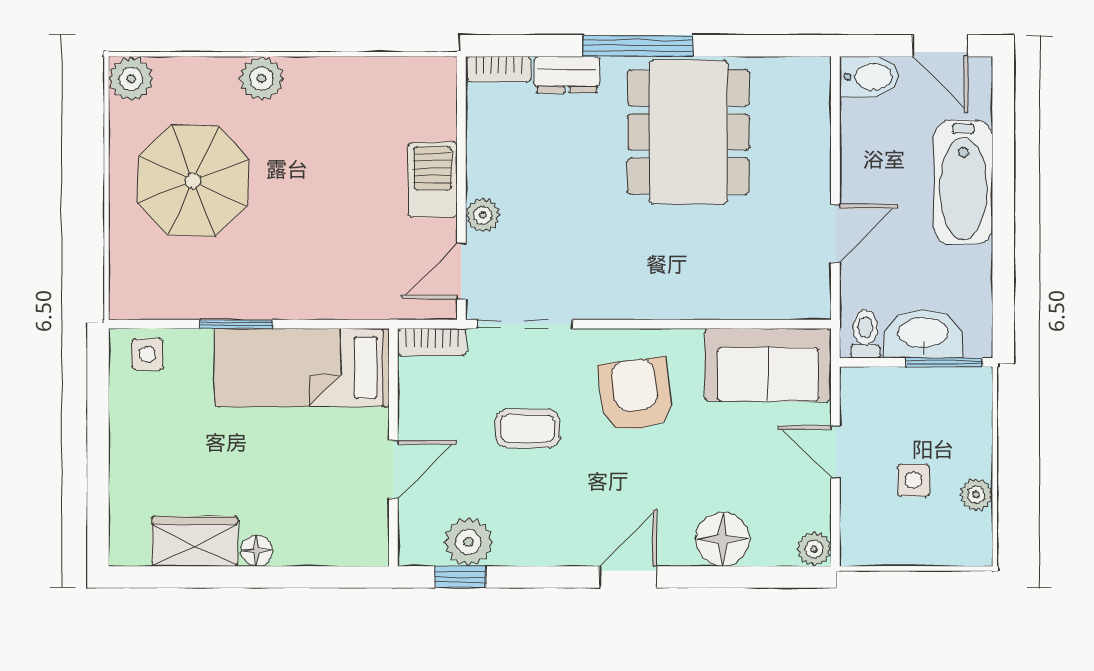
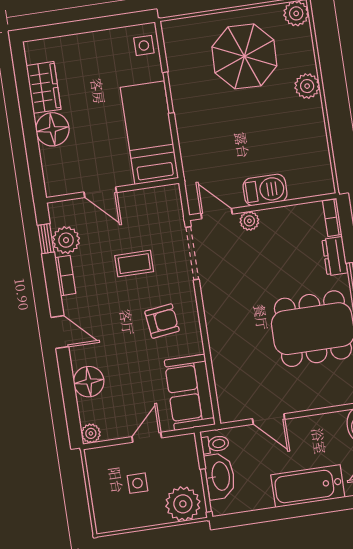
bookcase: (432, 342) -> (65, 276), moved, turned 180
armchair: (636, 395) -> (162, 321), width x0.72, depth x0.72
coffee table: (528, 429) -> (134, 264), turned 90
plant: (976, 495) -> (183, 504), moved, width x1.88, depth x1.88
floor lamp: (257, 551) -> (52, 129), width x1.89, depth x1.89

